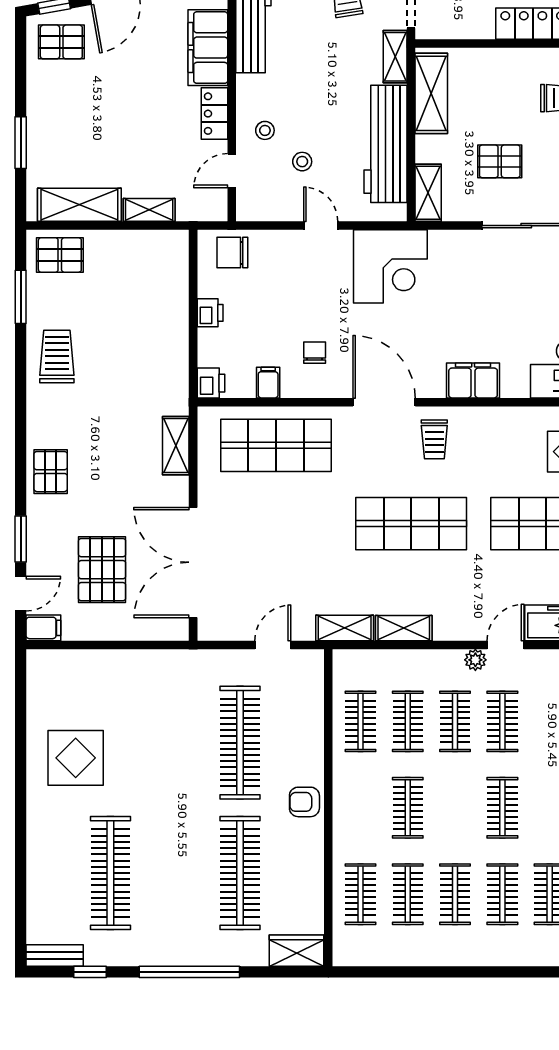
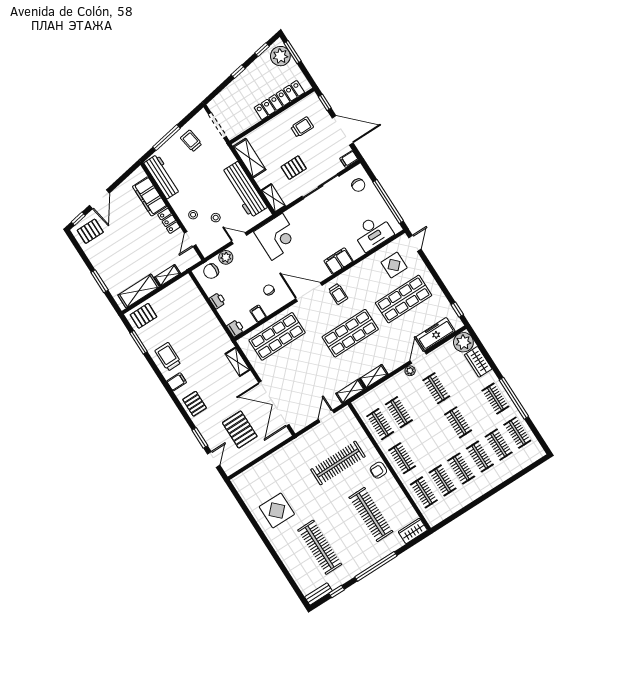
shelving: (395, 57) -> (226, 153), removed
plant: (275, 245) -> (226, 257), added
filing cabinet: (43, 628) -> (177, 382), moved
clothes rail: (455, 721) -> (418, 400), removed
clothes rail: (240, 743) -> (338, 463), turned 90
clothes rail: (408, 808) -> (402, 458), moved

